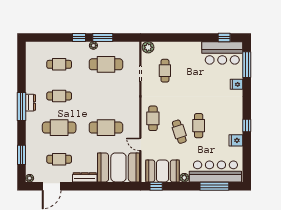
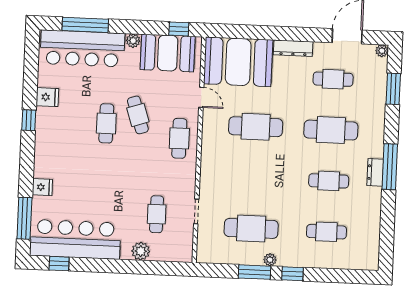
plant: (148, 47) -> (141, 251), moved
bar counter: (222, 53) -> (75, 239), width x1.36

